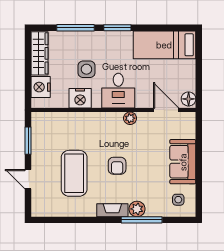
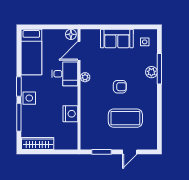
side table: (86, 69) -> (29, 98), moved
nightstand: (41, 87) -> (62, 143), removed
desk: (118, 91) -> (65, 74), moved
fireplace: (112, 210) -> (152, 90), removed

